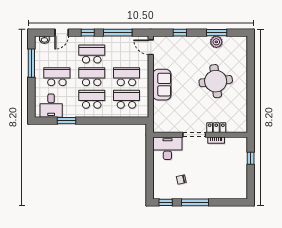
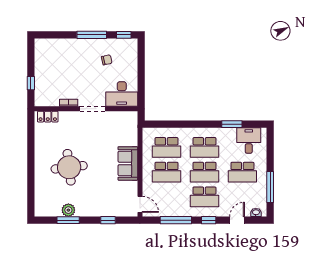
locker: (216, 128) -> (48, 117), moved

